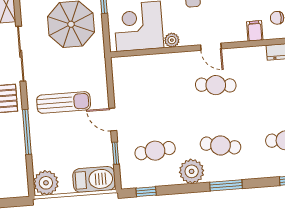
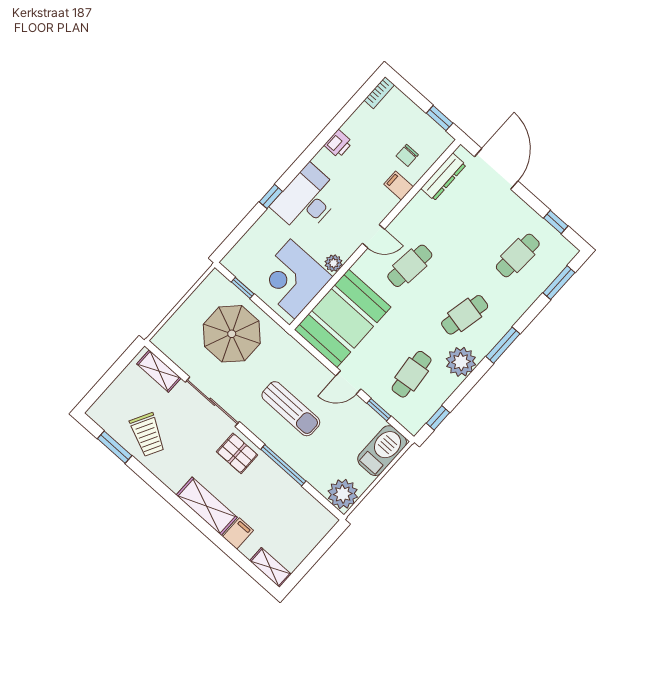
booth: (146, 78) -> (343, 318), added
sun lounger: (64, 102) -> (291, 409), turned 90

